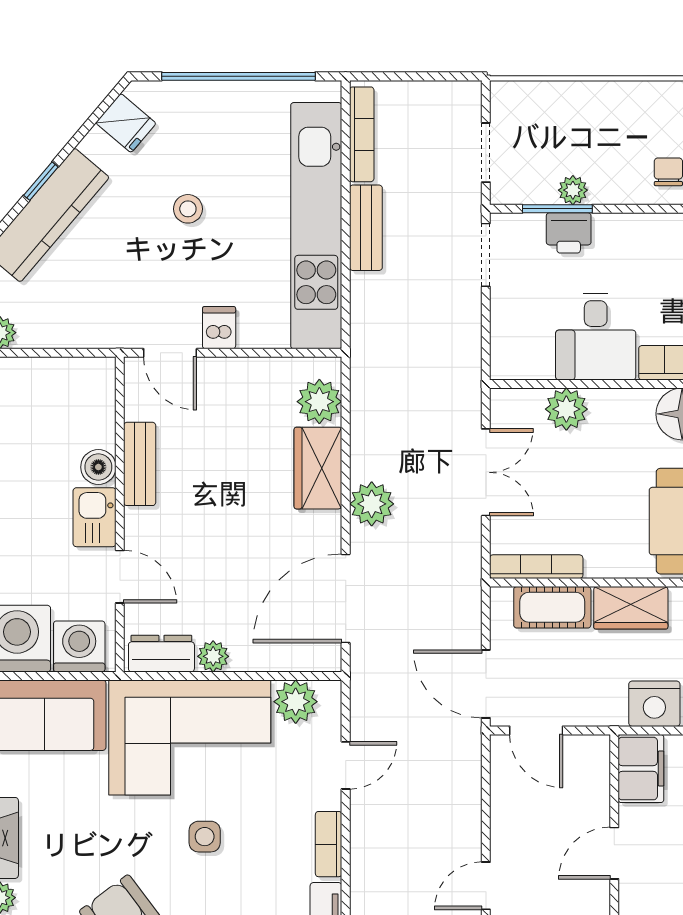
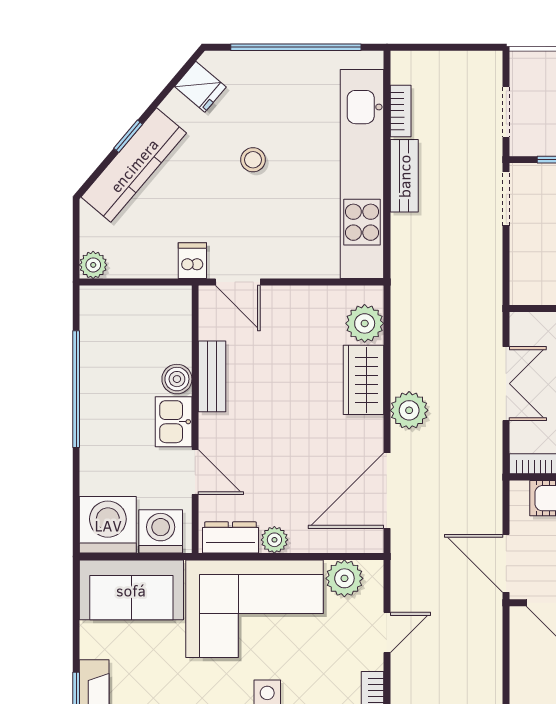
bookcase: (362, 134) -> (401, 111), width x0.64
dishwasher: (219, 328) -> (192, 261), moved

